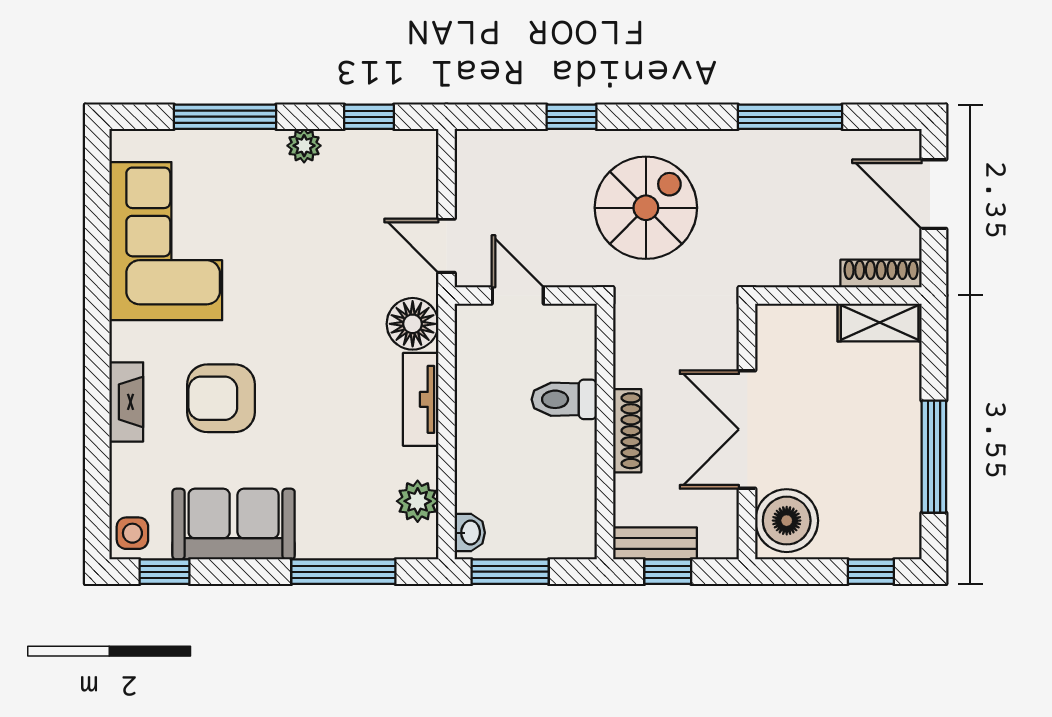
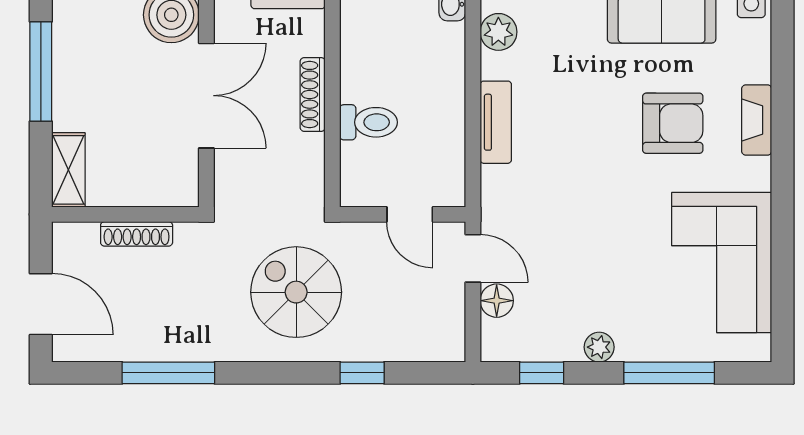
spiral stairs: (646, 208) -> (296, 292), turned 90
shoe rack: (881, 273) -> (137, 234), moved
shelving: (880, 322) -> (68, 170), moved, turned 90
floor lamp: (413, 324) -> (497, 301), moved, width x0.73, depth x0.73

